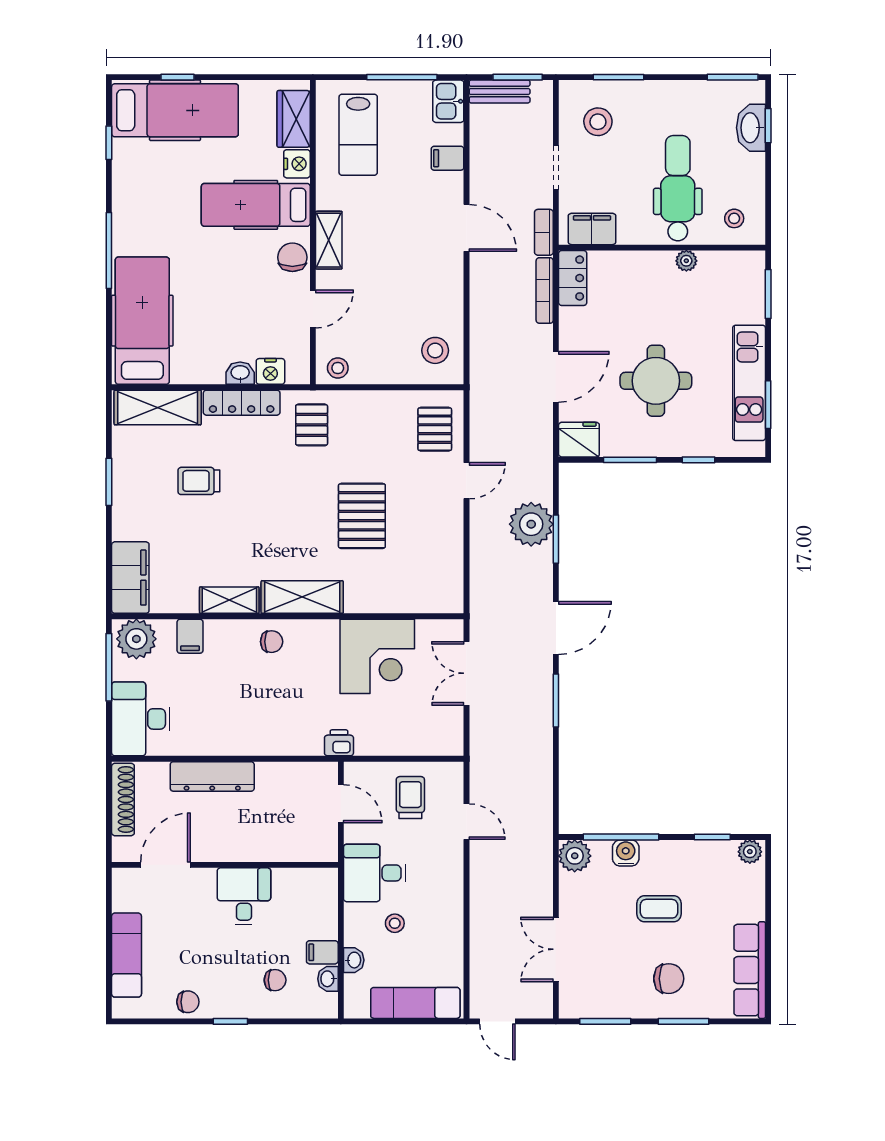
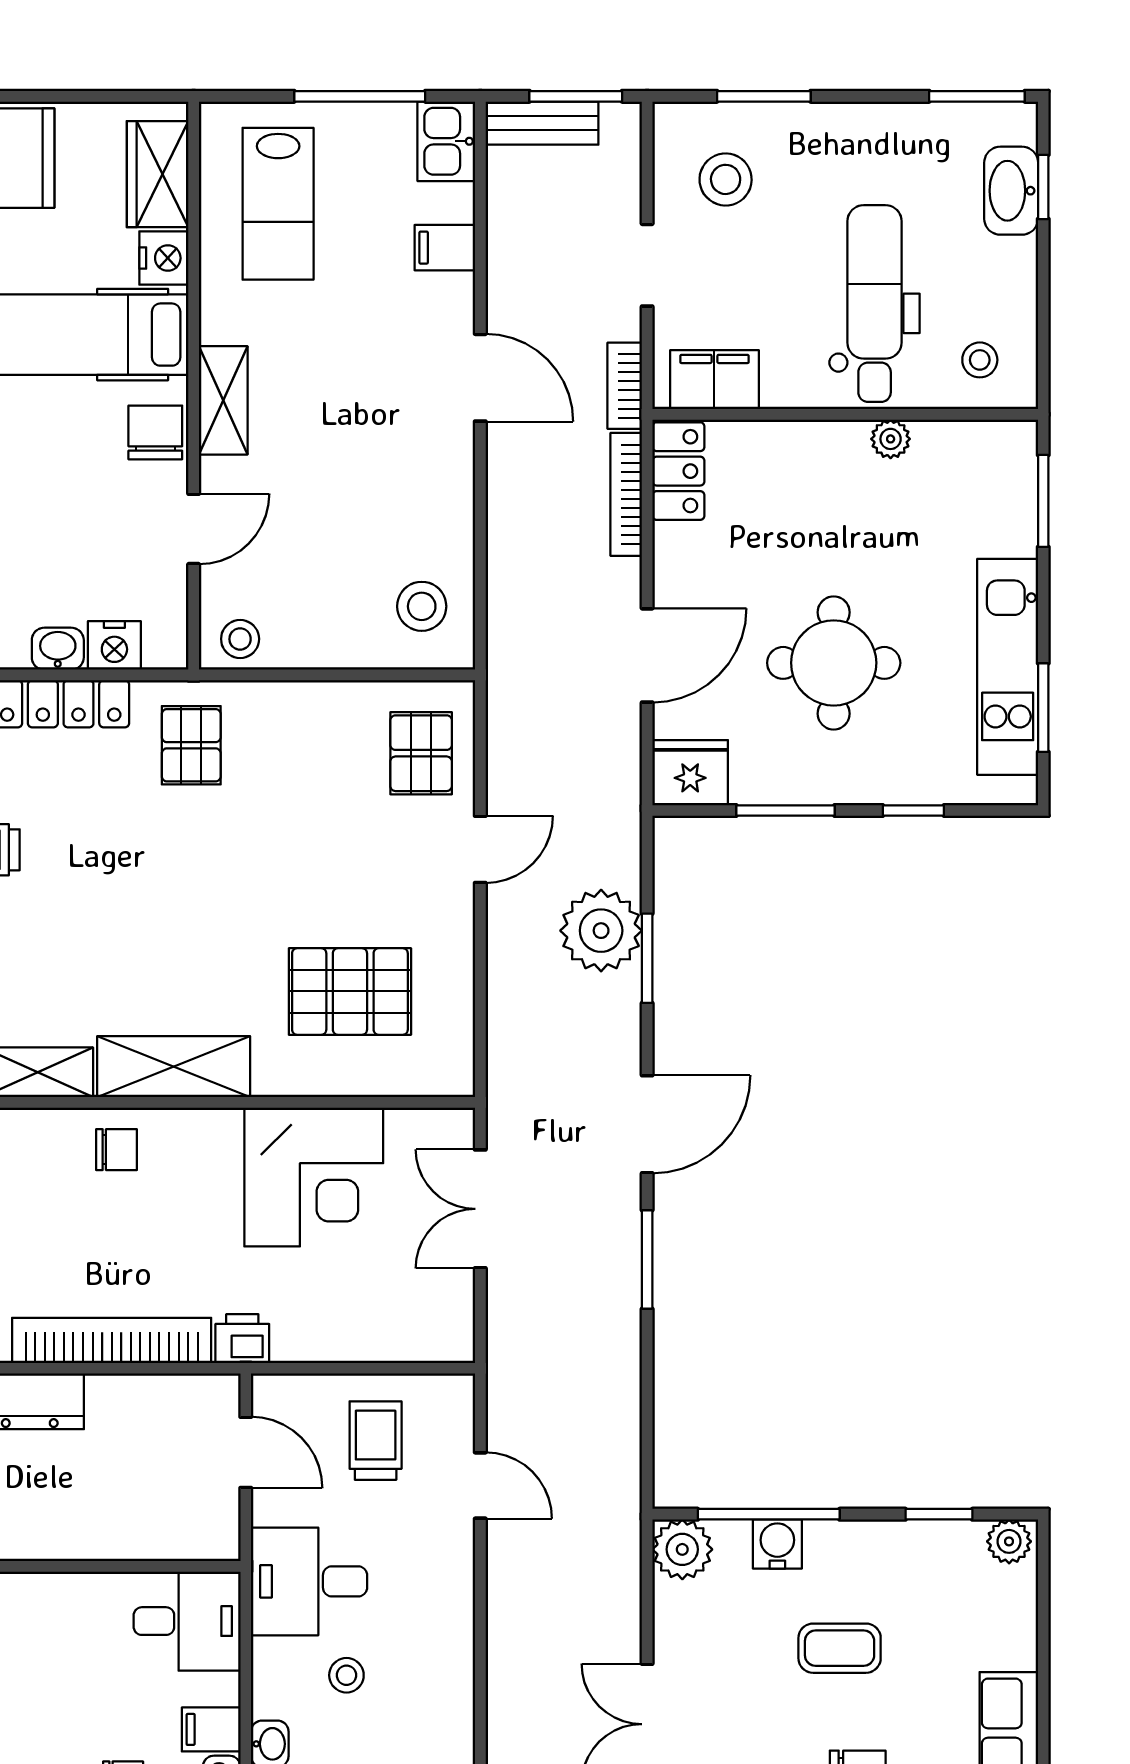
pallet: (362, 516) -> (350, 991), moved, turned 90
bookcase: (269, 744) -> (112, 1340), added
desk: (244, 896) -> (187, 1621), moved, turned 90

